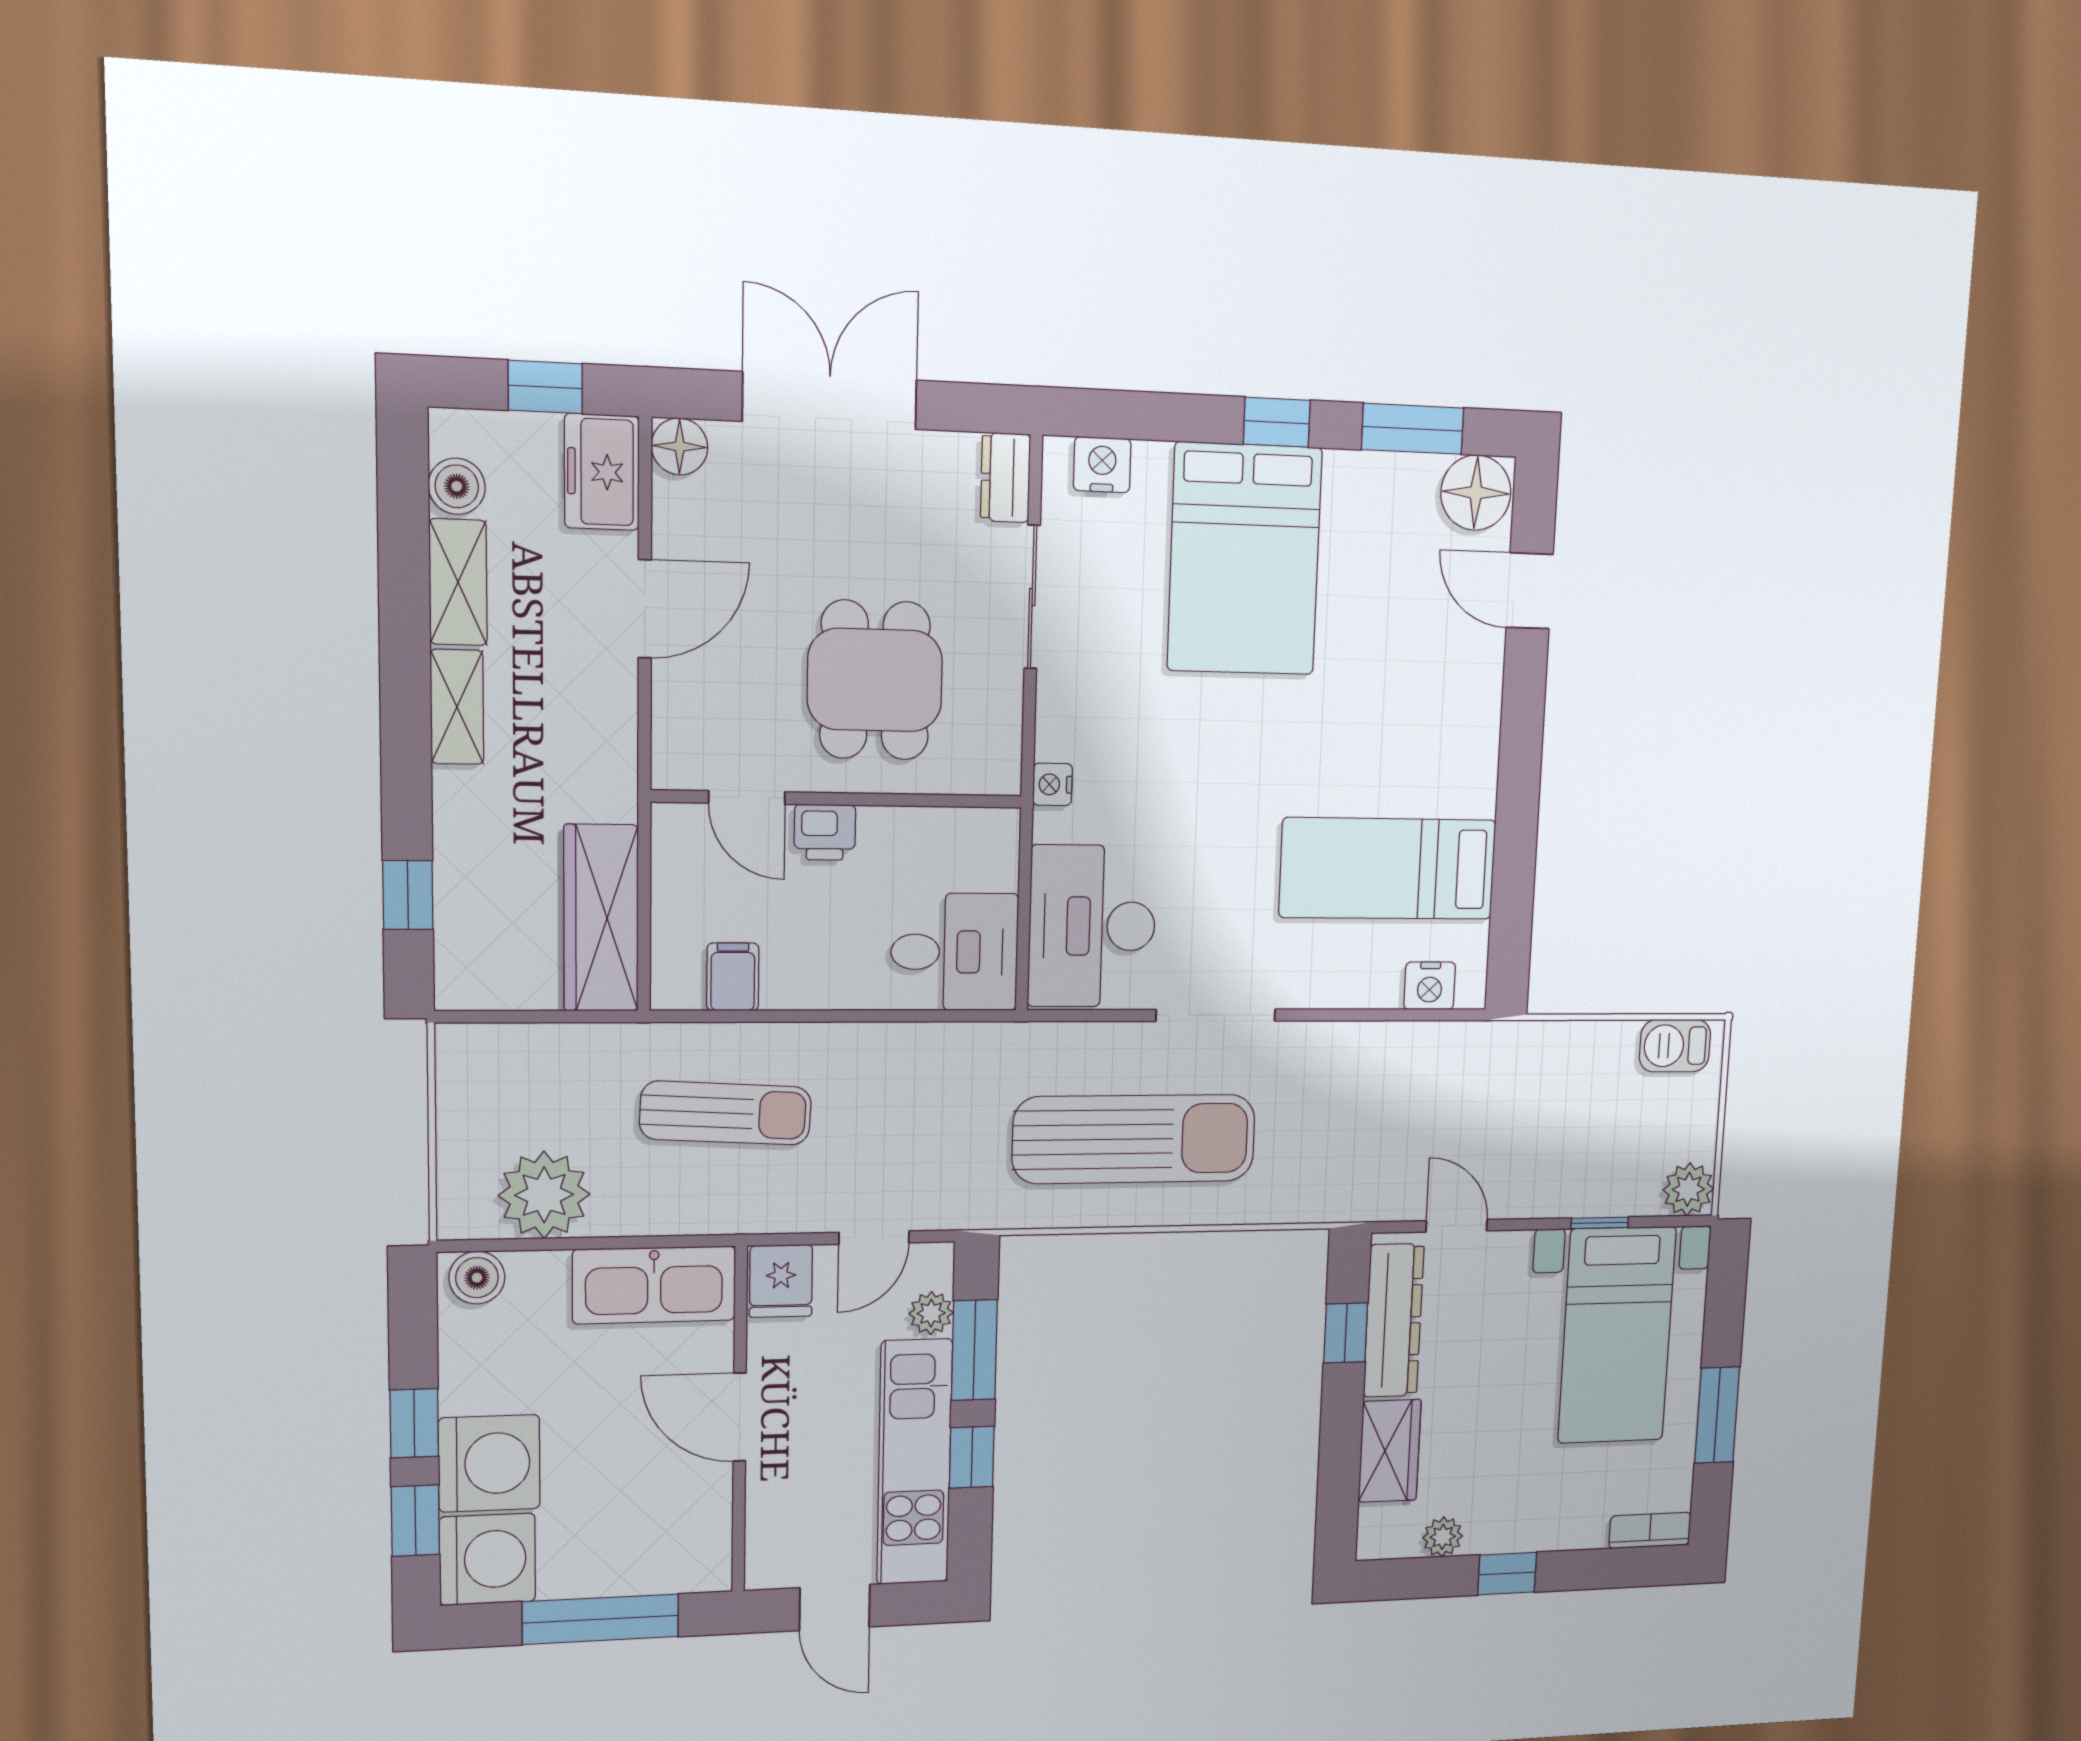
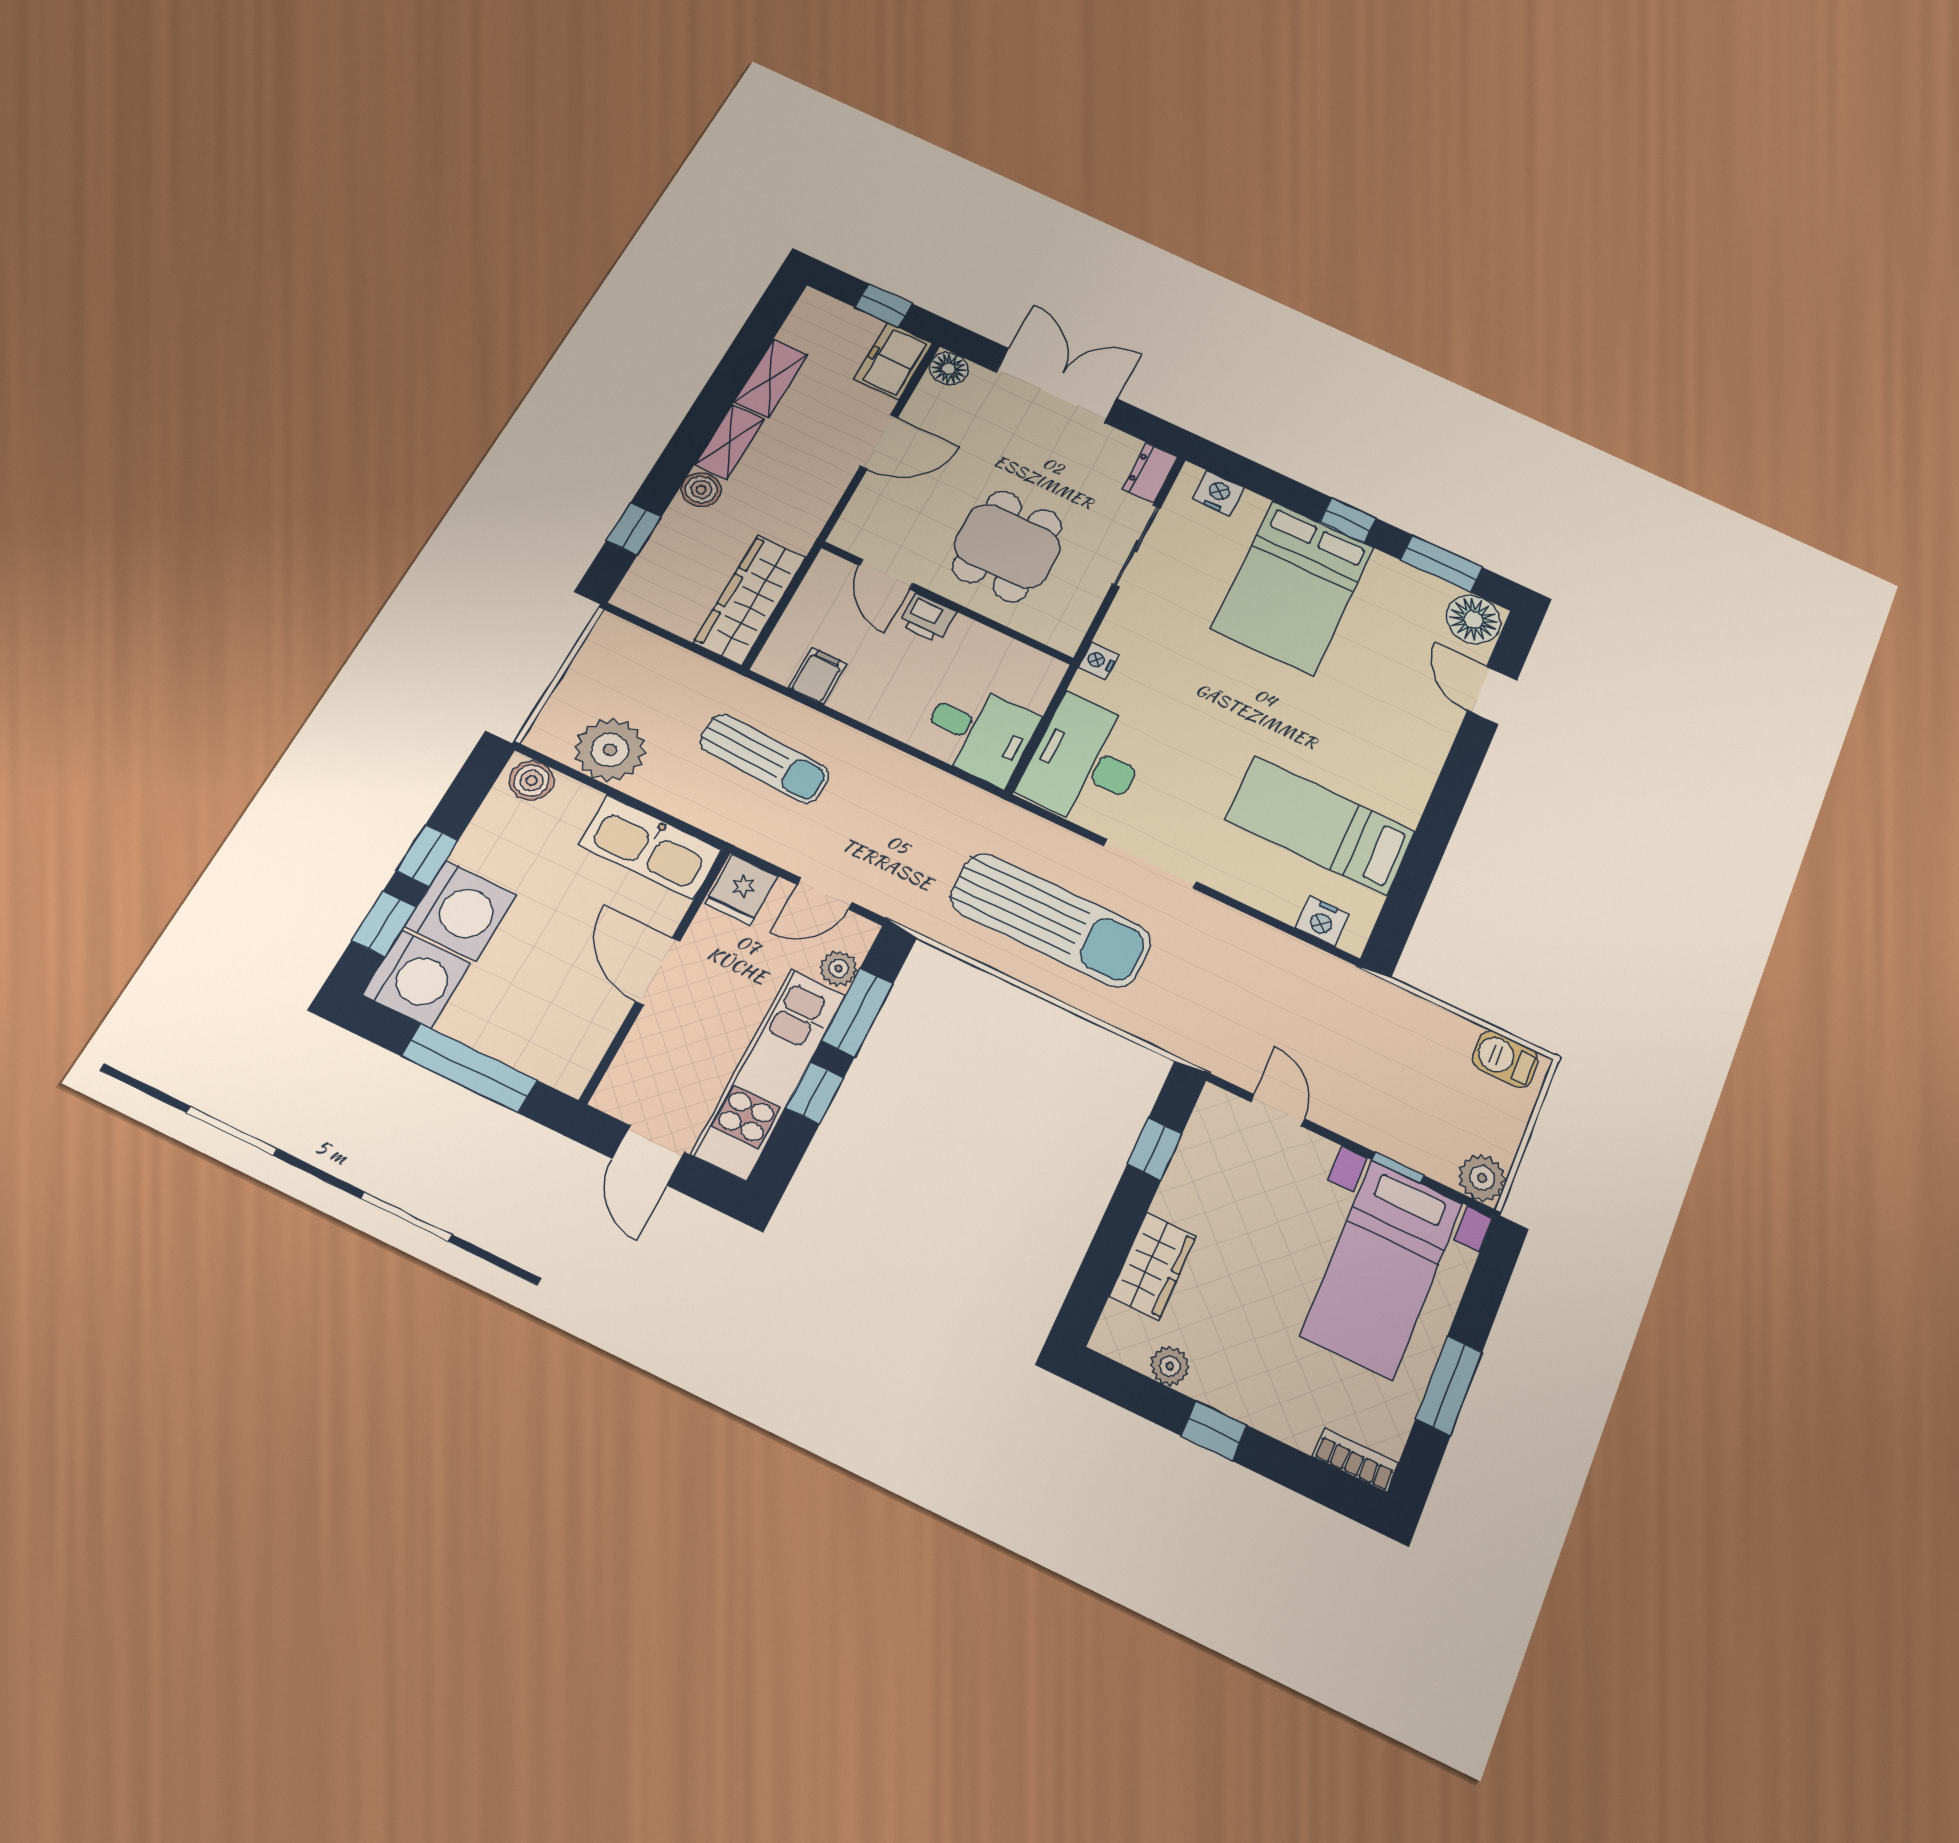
boiler: (457, 486) -> (701, 490), moved
dresser: (1394, 1320) -> (1198, 1159), removed

